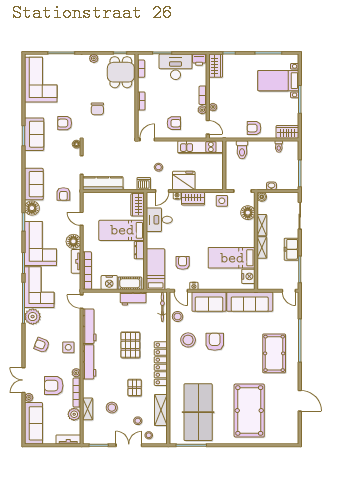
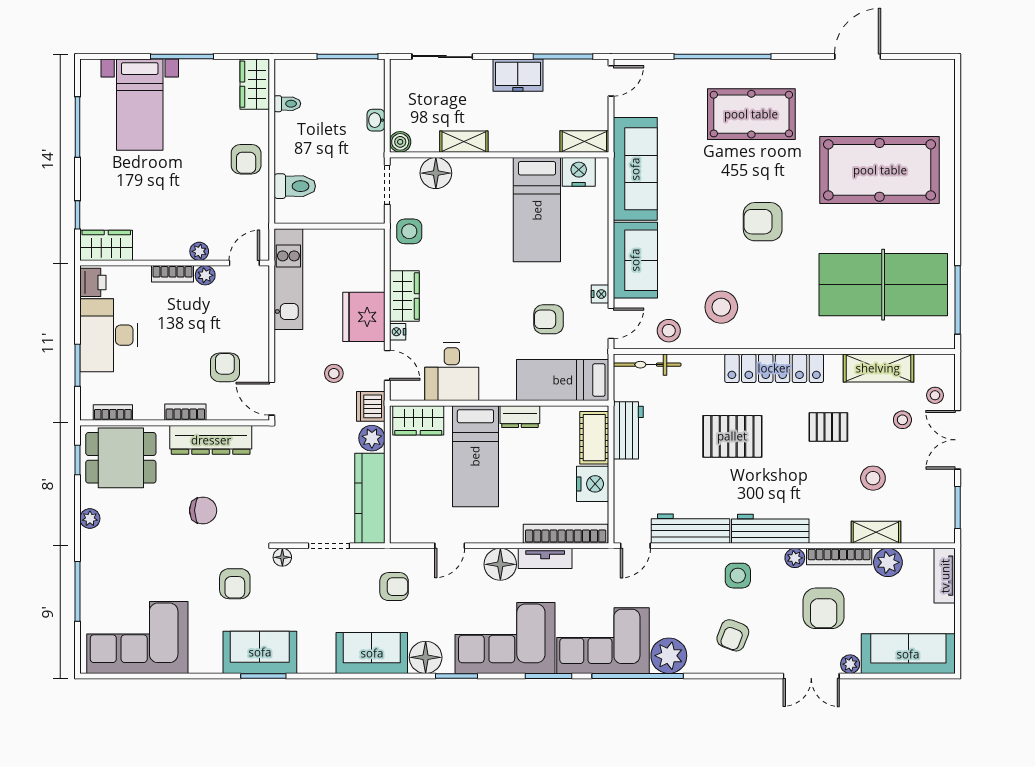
dresser: (129, 112) -> (211, 440), added
armchair: (174, 123) -> (225, 367), moved
plant: (130, 184) -> (372, 438), added
shelving: (262, 247) -> (584, 141), moved
armchair: (215, 342) -> (763, 222), moved

